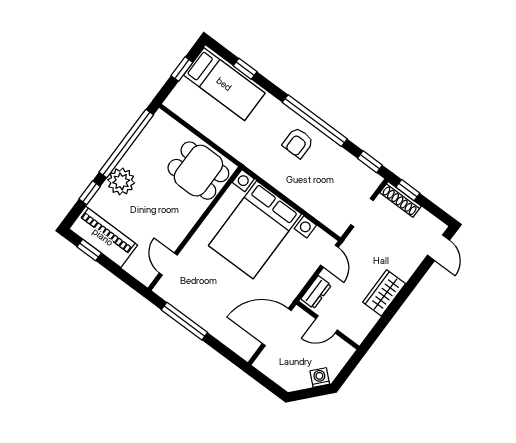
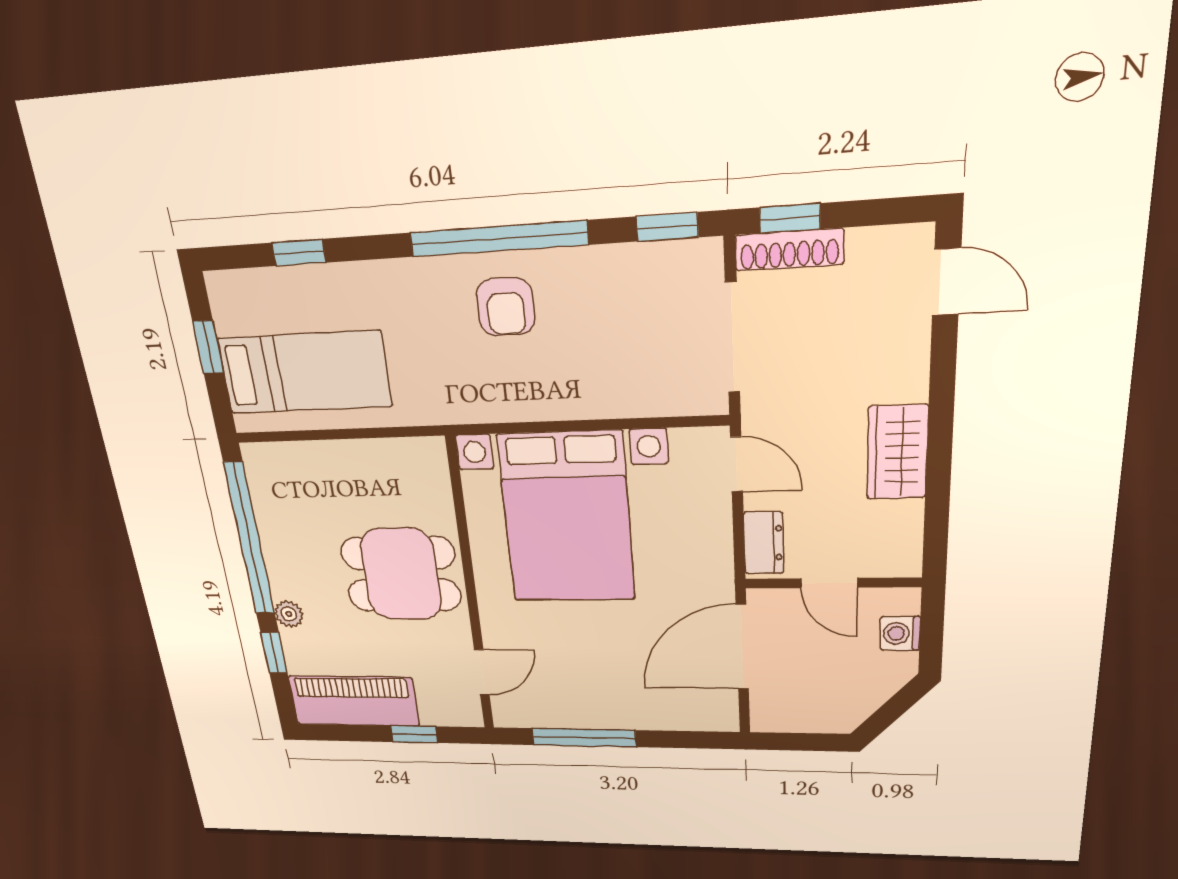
bed: (224, 84) -> (304, 373), moved
dining table: (198, 171) -> (401, 574), moved
plant: (121, 181) -> (289, 614), width x0.53, depth x0.53
doorway: (362, 213) -> (733, 338), width x1.38
window: (89, 250) -> (414, 734), moved
door: (168, 264) -> (482, 672), swing flipped
door: (327, 324) -> (829, 583), hinge flipped
washing machine: (320, 378) -> (900, 633), moved, turned -42

